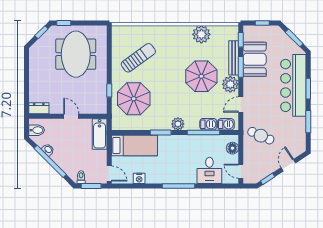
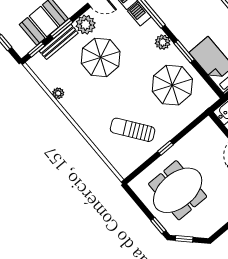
plant: (201, 34) -> (58, 93), width x0.53, depth x0.53
window: (109, 90) -> (165, 148), moved
parasol: (134, 99) -> (172, 85), moved

